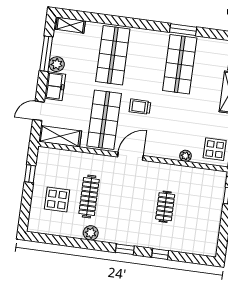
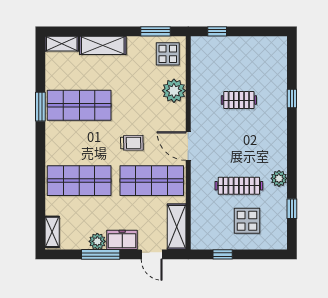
window: (46, 54) -> (101, 254), moved
trolley: (140, 107) -> (132, 143), turned -91
plant: (185, 156) -> (174, 91), width x1.87, depth x1.87
window: (125, 249) -> (292, 209), moved

